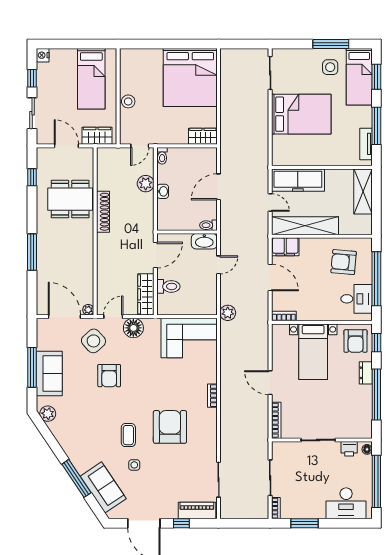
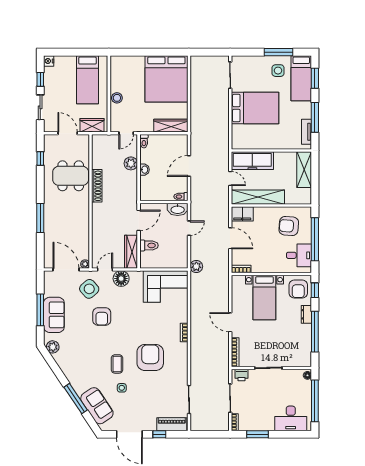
wardrobe: (203, 136) -> (171, 126), width x1.50
printer: (349, 449) -> (242, 375), moved

